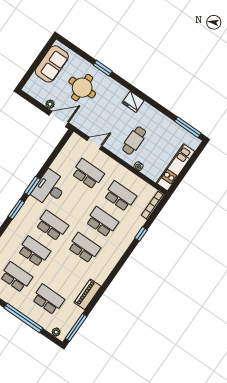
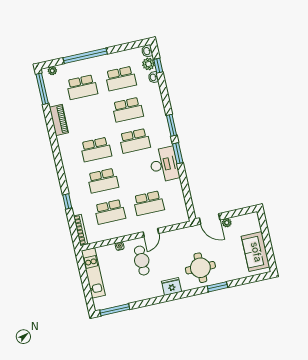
round table: (82, 88) -> (200, 268), moved
door: (59, 119) -> (210, 219), hinge flipped
door: (94, 143) -> (151, 233), moved

